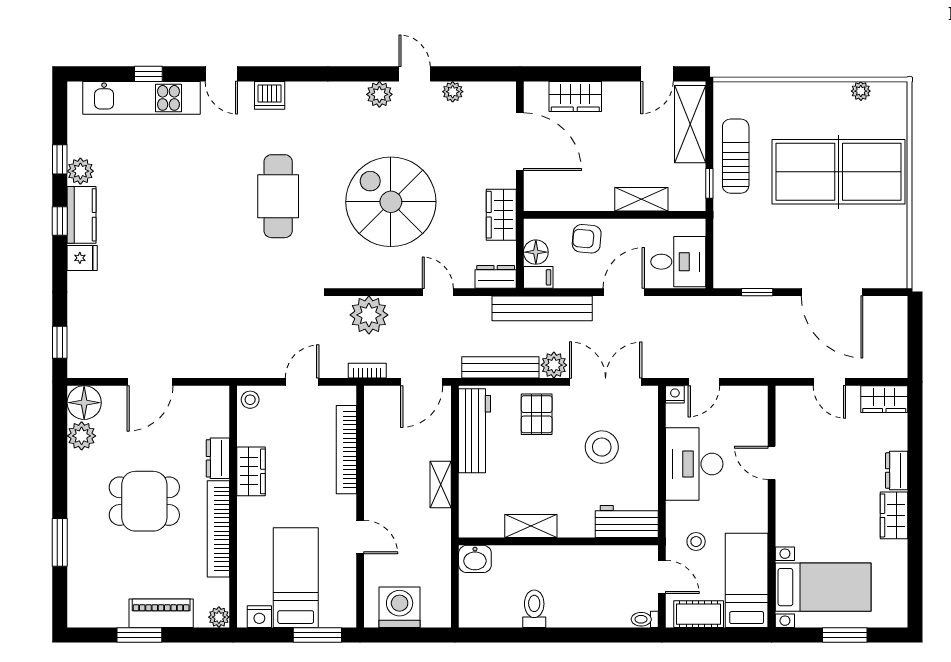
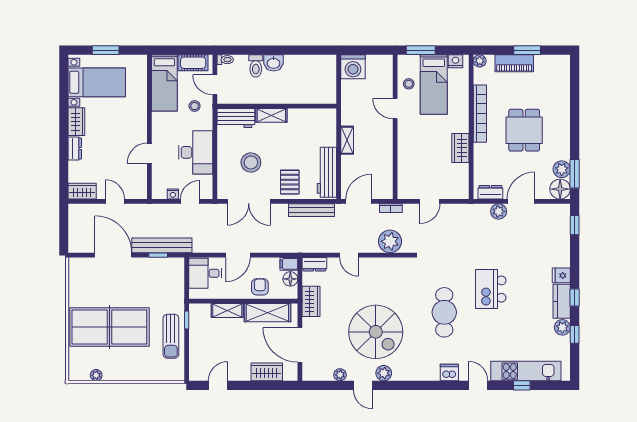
shelving: (690, 124) -> (267, 313), moved, turned 90
spiral stairs: (391, 202) -> (376, 332), moved
kitchen island: (200, 235) -> (491, 289), added
armchair: (587, 239) -> (260, 287), turned -95
bench: (542, 308) -> (162, 245), moved
plant: (554, 365) -> (499, 211), moved
nightstand: (675, 394) -> (173, 194), moved
stool: (250, 400) -> (409, 84), moved
bookcase: (346, 450) -> (403, 161), removed
dresser: (218, 458) -> (490, 192), moved, turned -90
door: (772, 463) -> (149, 153), swing flipped
dining table: (144, 501) -> (524, 130), turned 90
shelving: (531, 526) -> (271, 115), moved
window: (60, 542) -> (575, 174), moved
washbasin: (475, 559) -> (274, 63), moved, turned 180
bed with nightstands: (823, 587) -> (97, 82), moved, turned 180
washing machine: (400, 607) -> (353, 67), moved
toilet: (534, 609) -> (256, 66), moved

